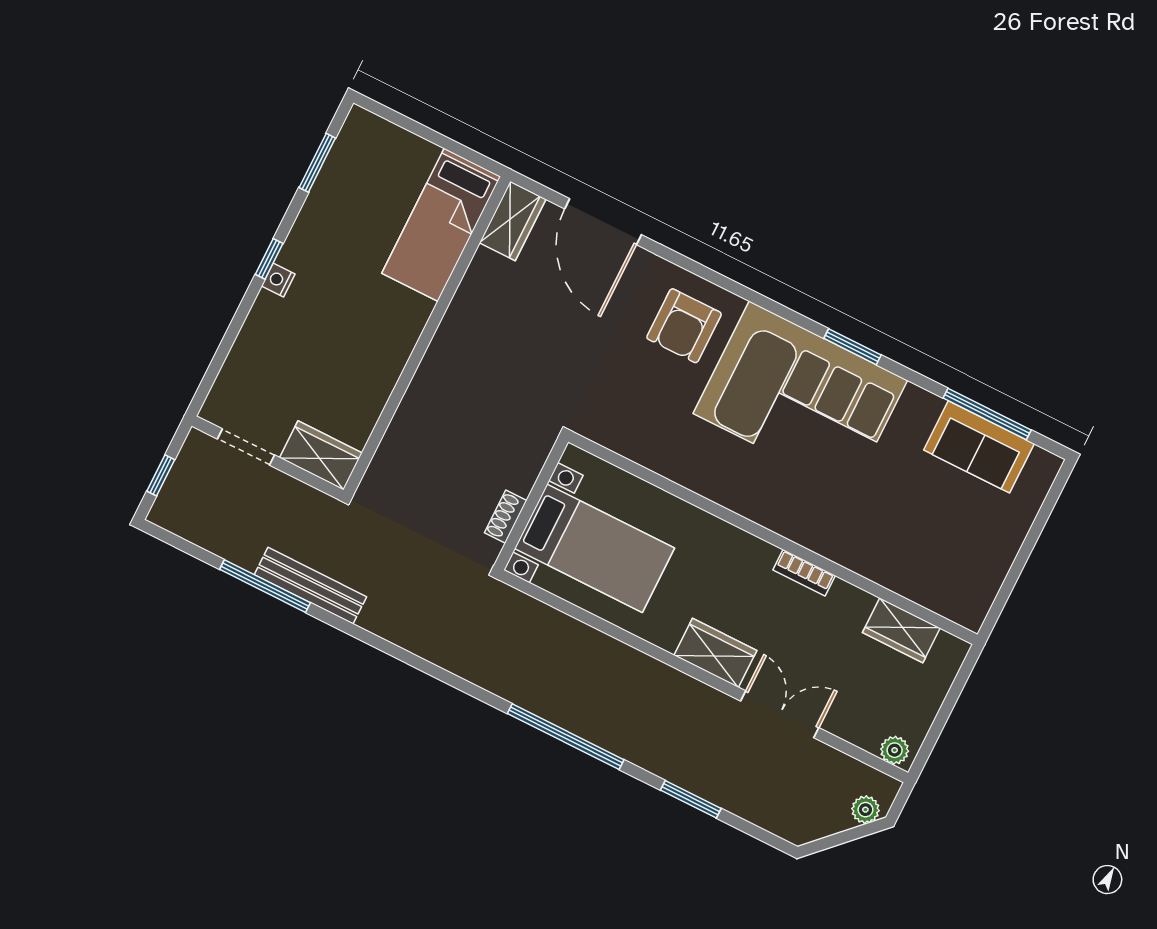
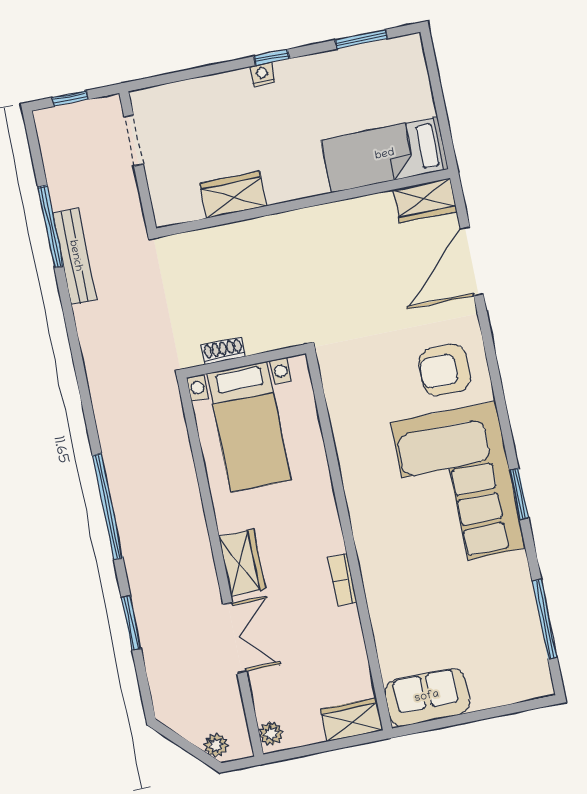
sofa: (979, 447) -> (427, 697), moved, turned 90
wardrobe: (321, 455) -> (233, 195), moved, turned -90
wardrobe: (901, 630) -> (352, 720), moved, turned 90

